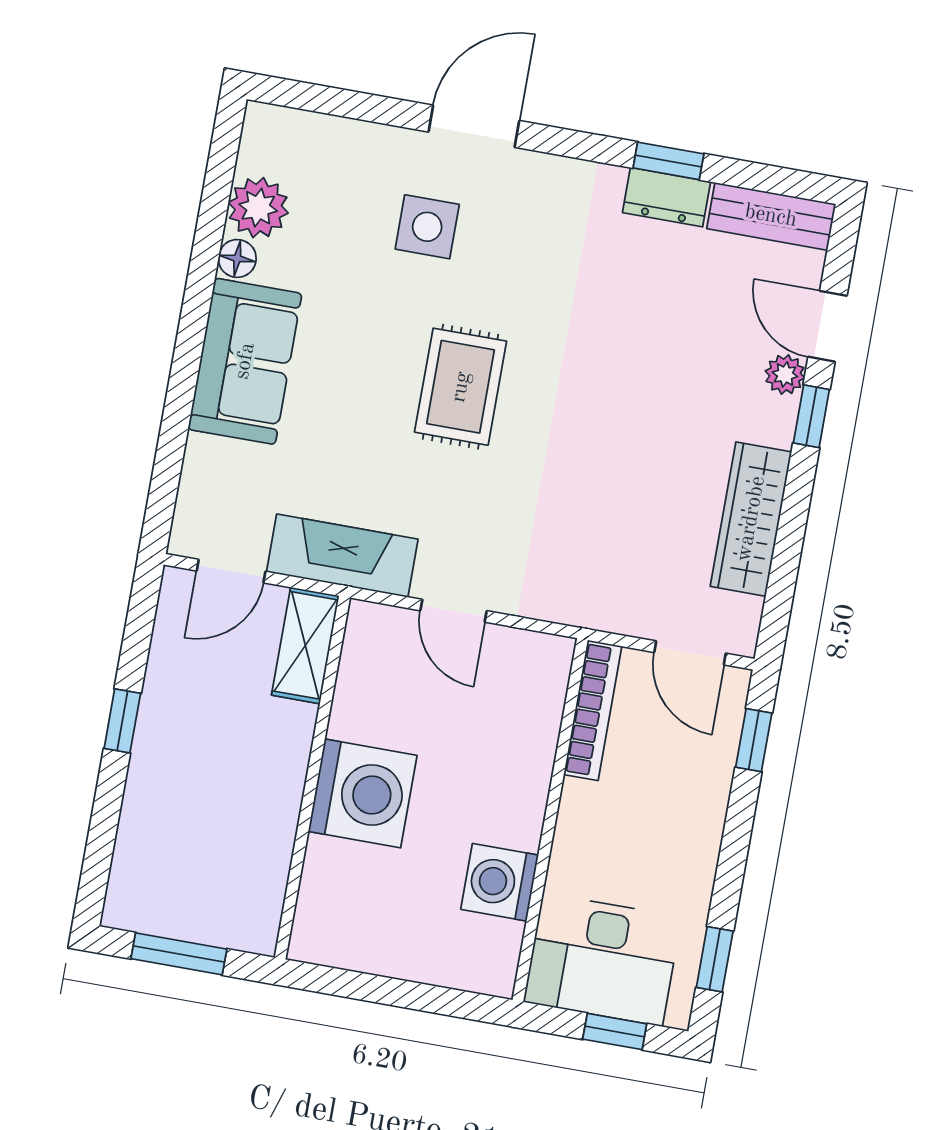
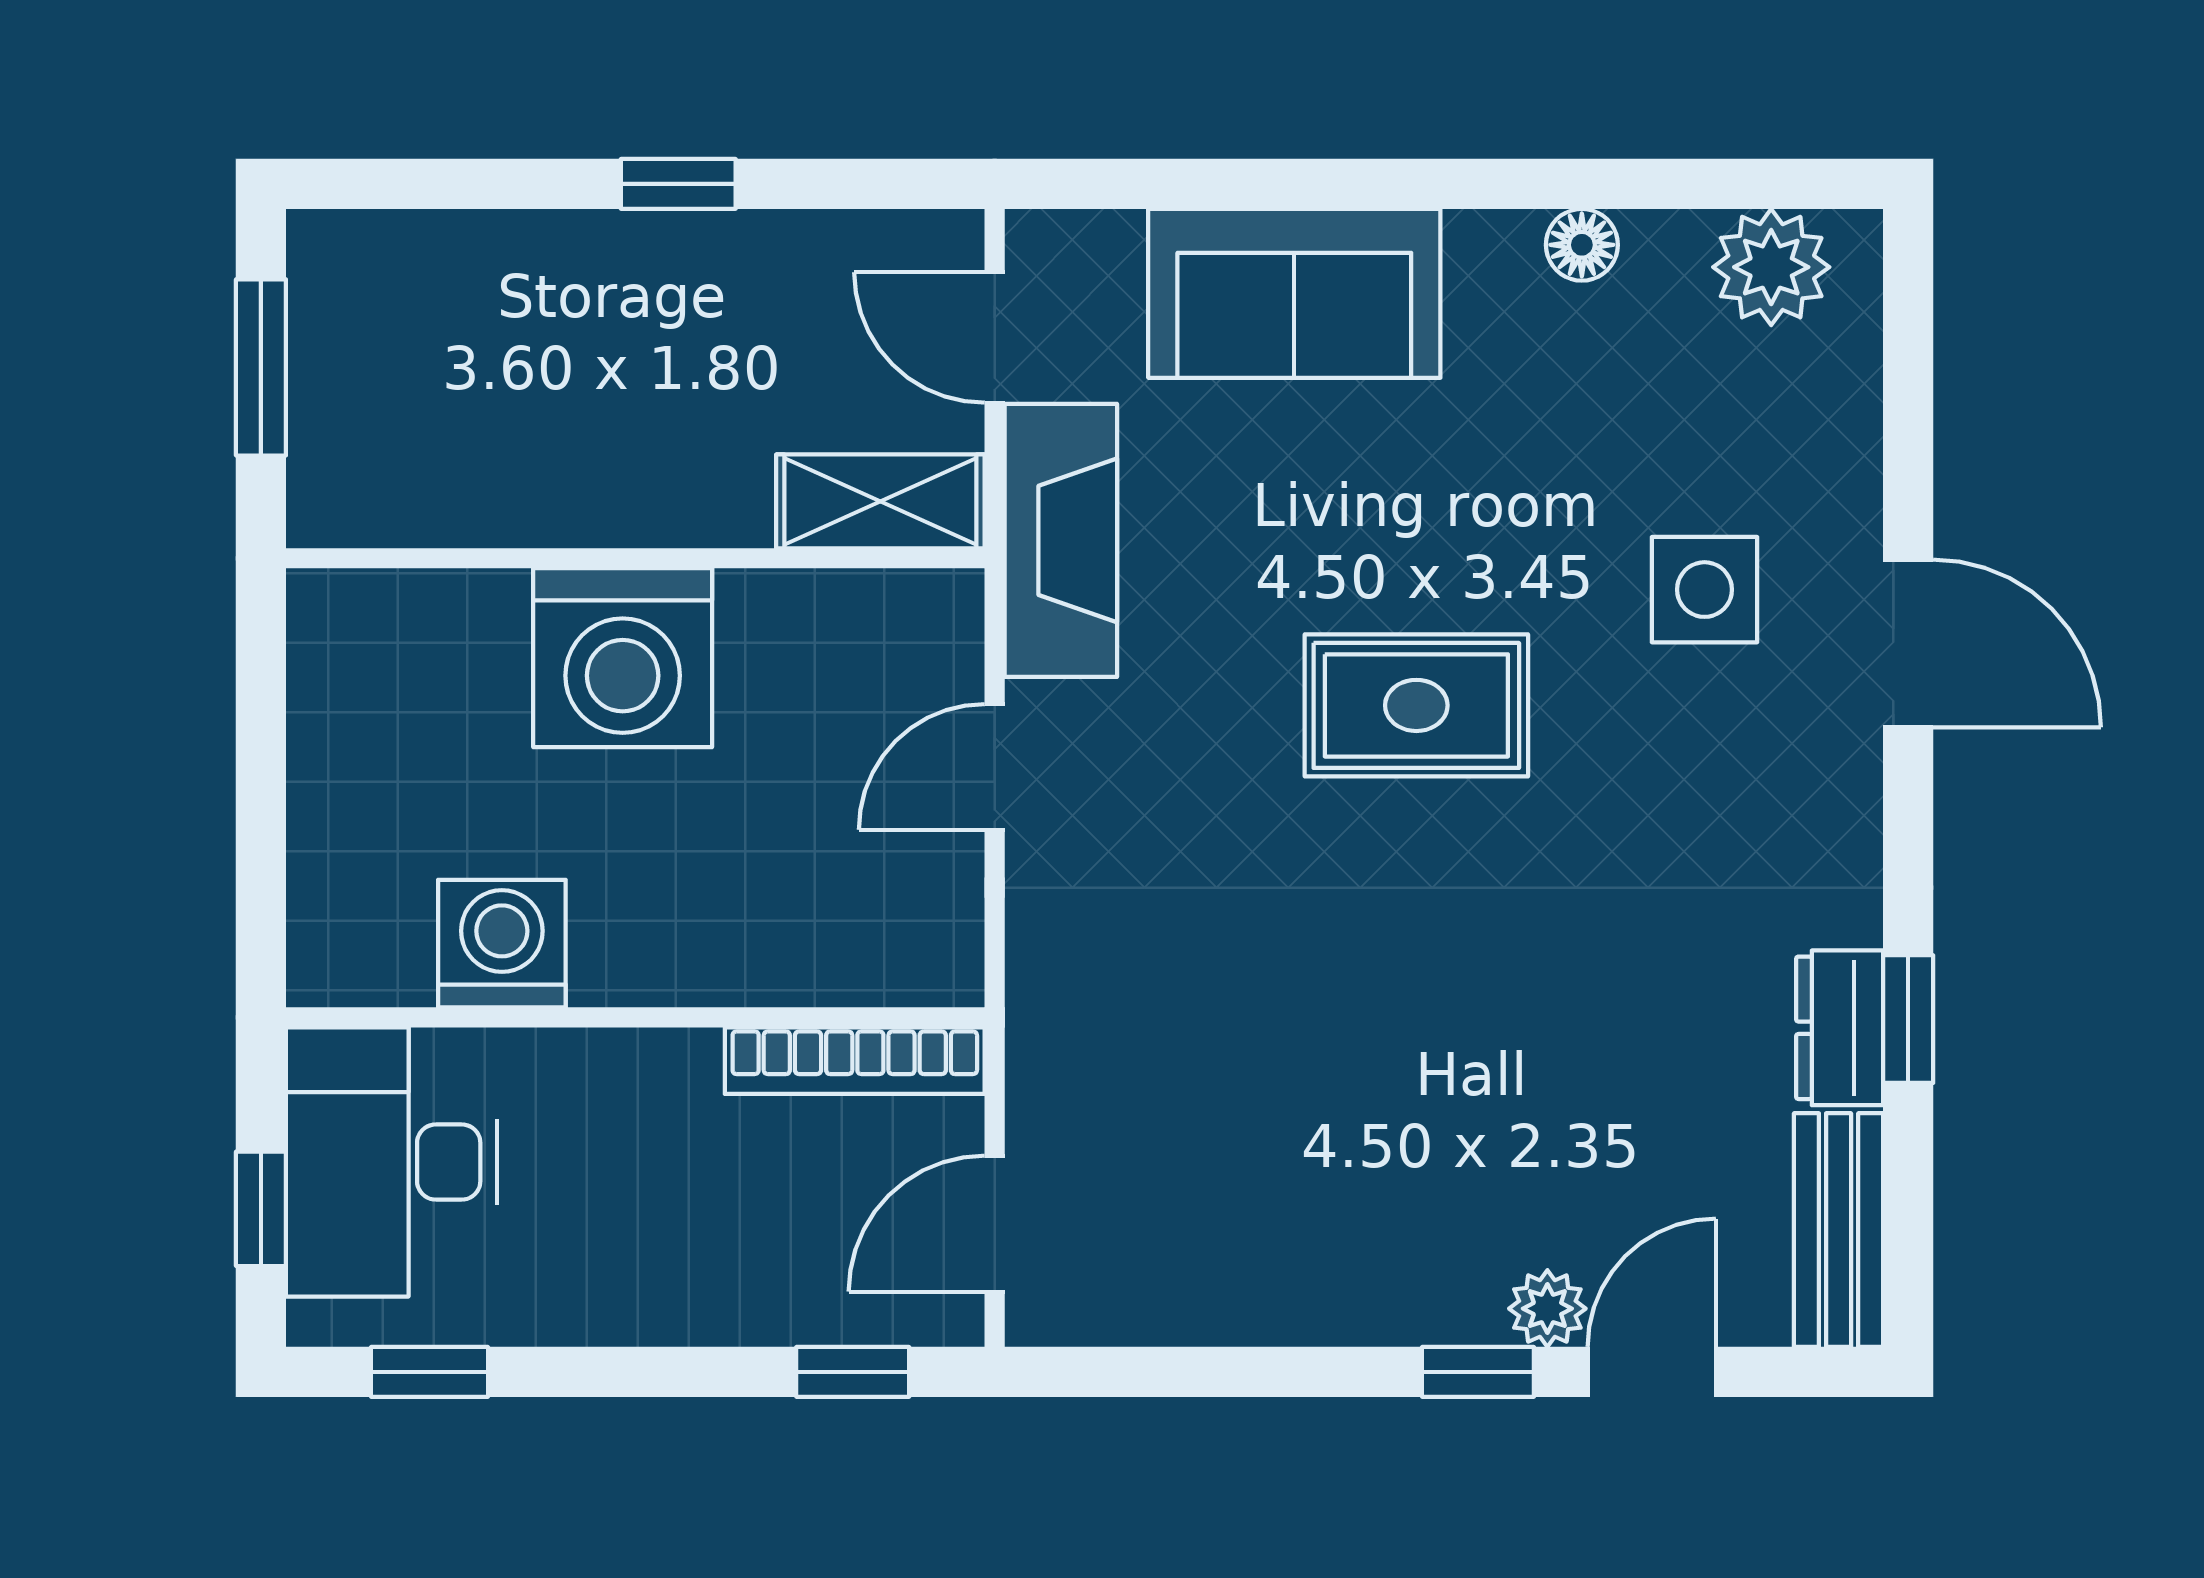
plant: (258, 208) -> (1771, 267), moved
sofa: (245, 361) -> (1294, 293), moved
wardrobe: (751, 519) -> (1265, 1293), removed

